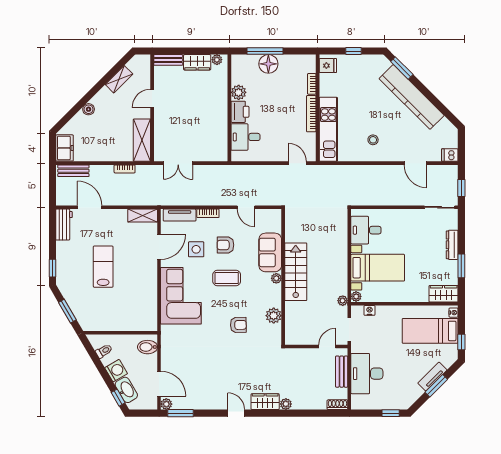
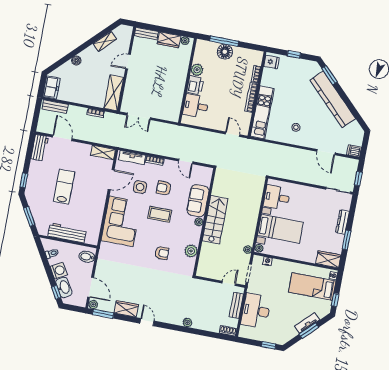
workbench: (118, 322) -> (67, 233), added
wardrobe: (265, 402) -> (126, 309), moved

